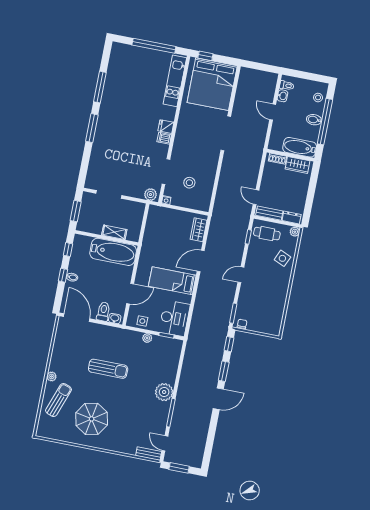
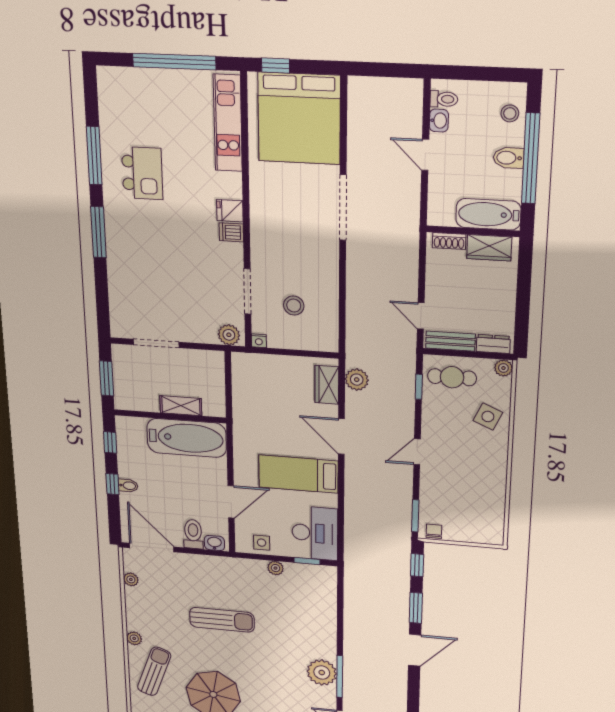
kitchen island: (123, 100) -> (142, 173), added
plant: (215, 229) -> (357, 380), added
door: (201, 261) -> (341, 437), hinge flipped
plant: (59, 337) -> (131, 579), added
plant: (164, 392) -> (322, 672), moved

